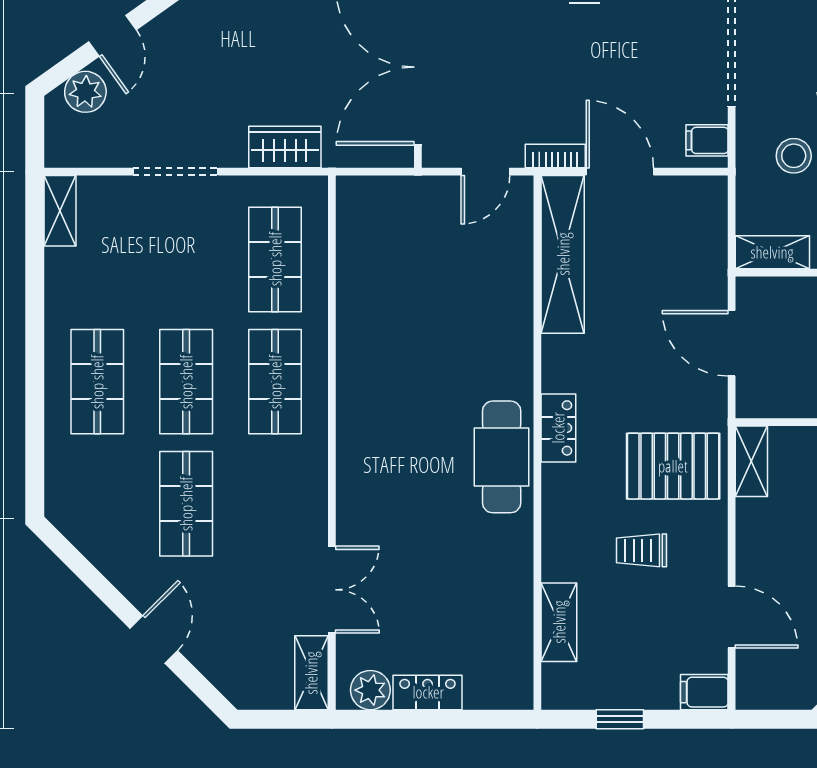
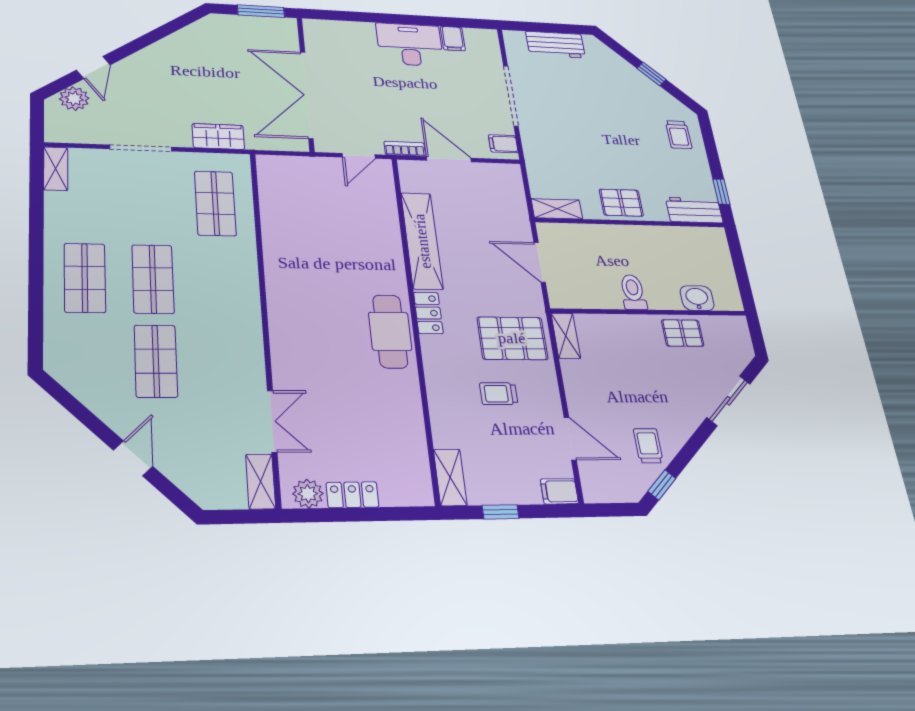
stool: (794, 156) -> (560, 154), removed
shelving: (563, 254) -> (422, 241), moved
shop shelf: (275, 382) -> (220, 280), removed
shelving: (559, 622) -> (450, 477), moved

